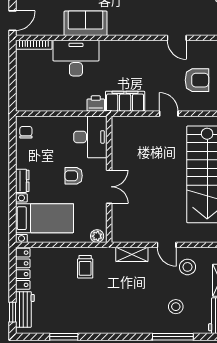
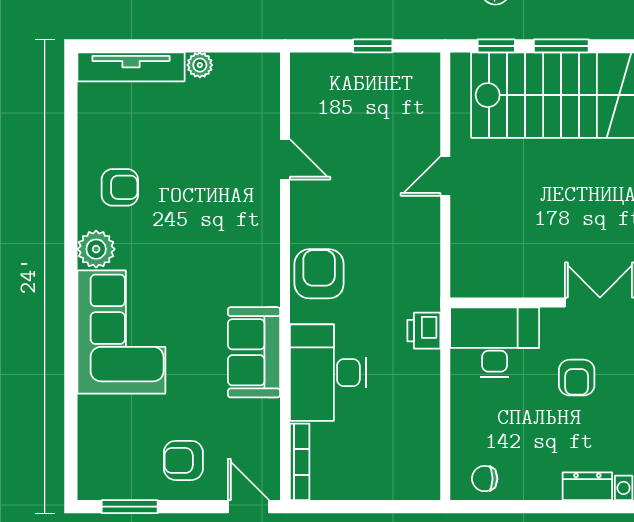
door: (177, 38) -> (285, 159), hinge flipped
armchair: (197, 80) -> (319, 274), moved
filing cabinet: (125, 101) -> (419, 269), removed

